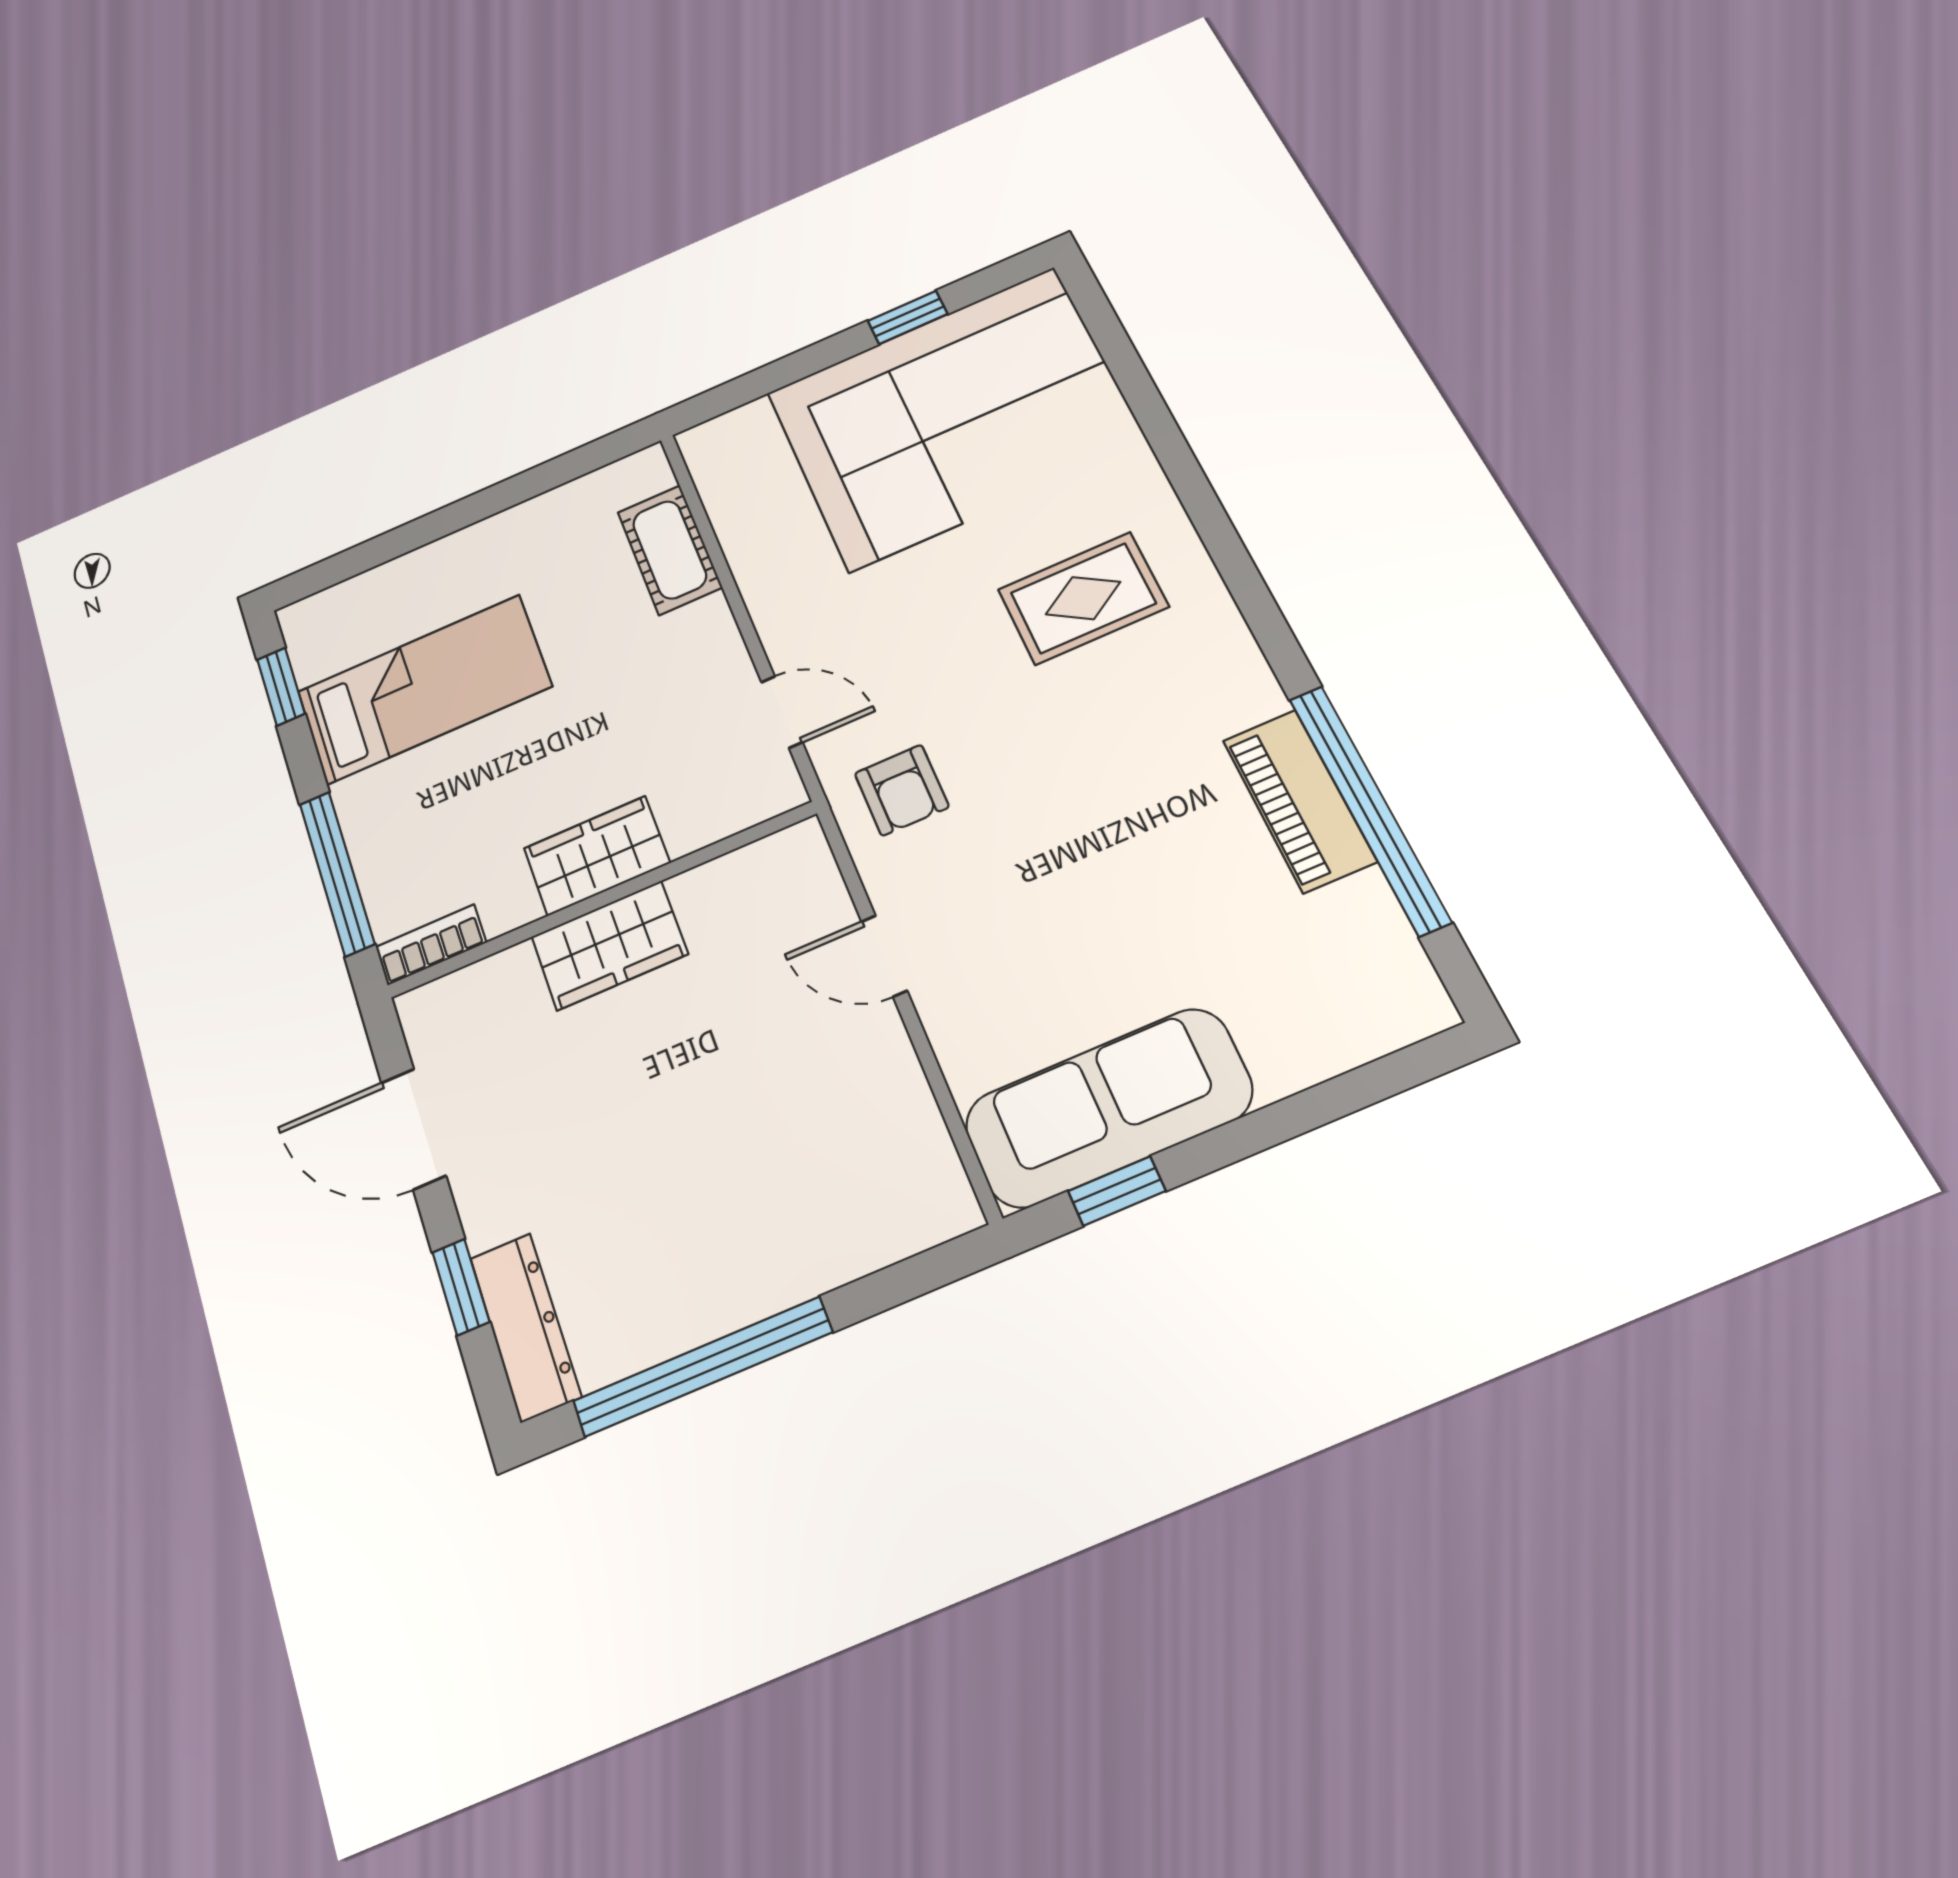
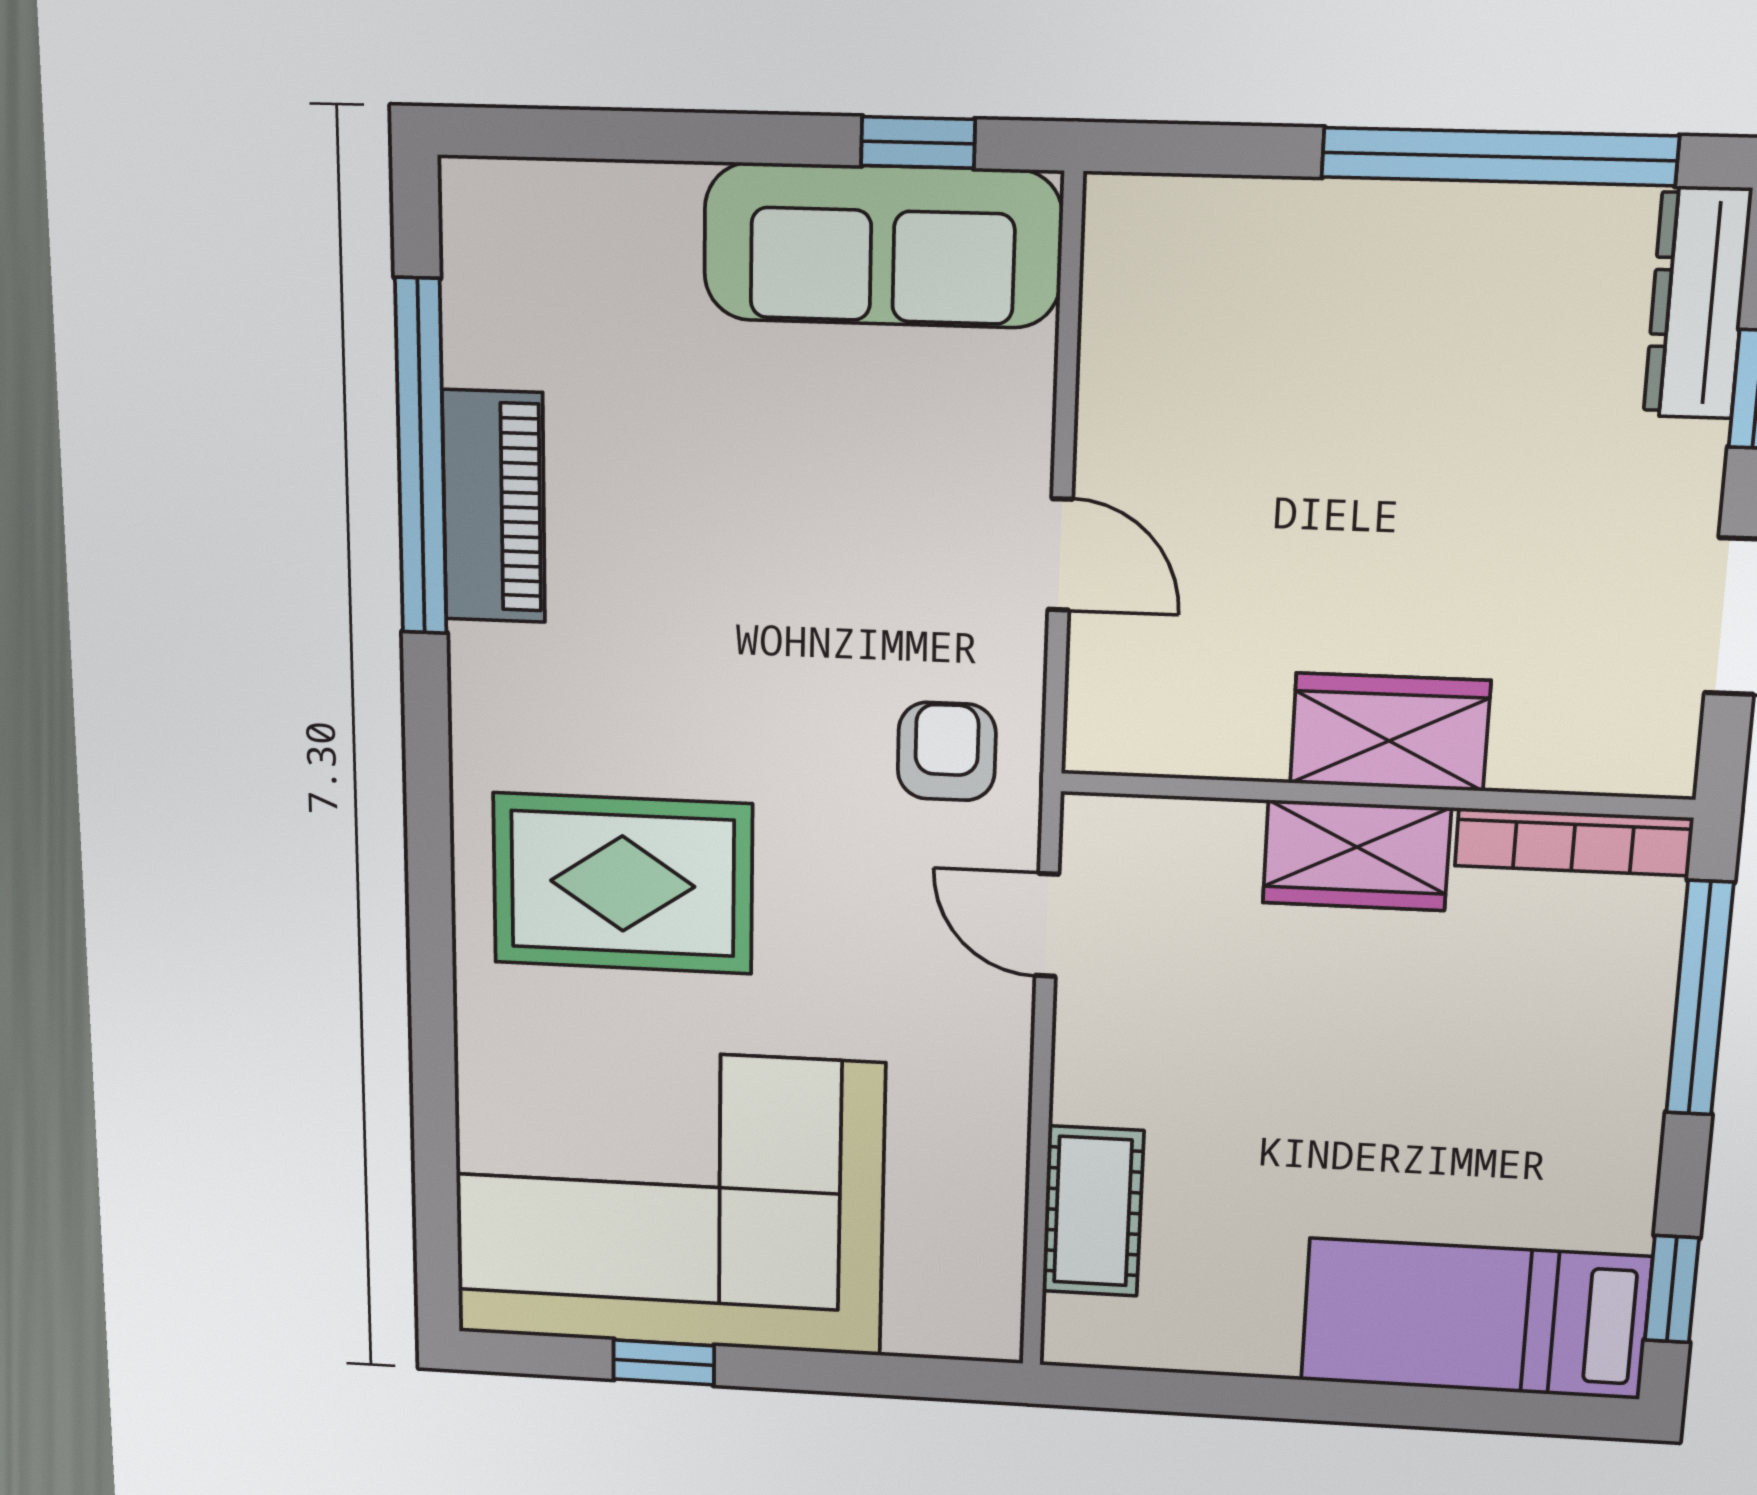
rug: (1083, 598) -> (623, 884), width x1.36, depth x1.43
bed: (424, 689) -> (1475, 1319), moved
bookcase: (431, 945) -> (1574, 842), width x1.56

